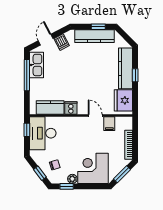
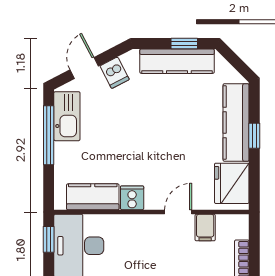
door: (95, 115) -> (178, 212), hinge flipped

